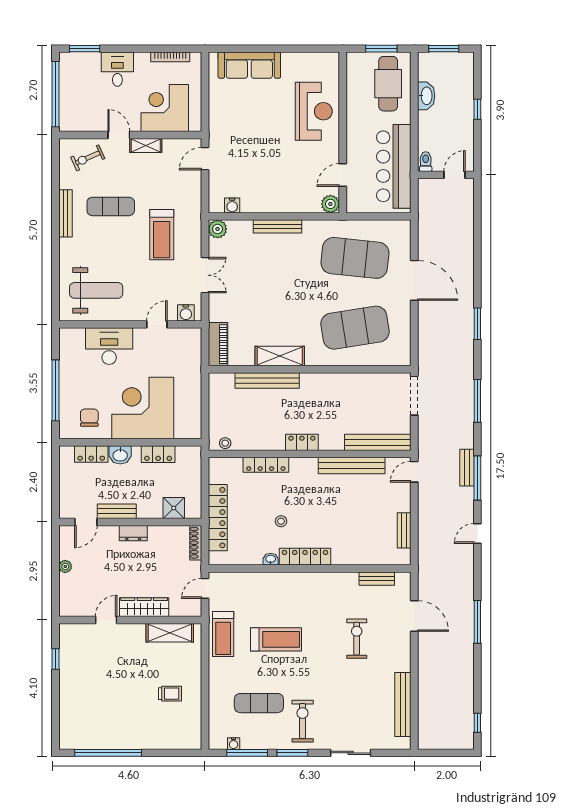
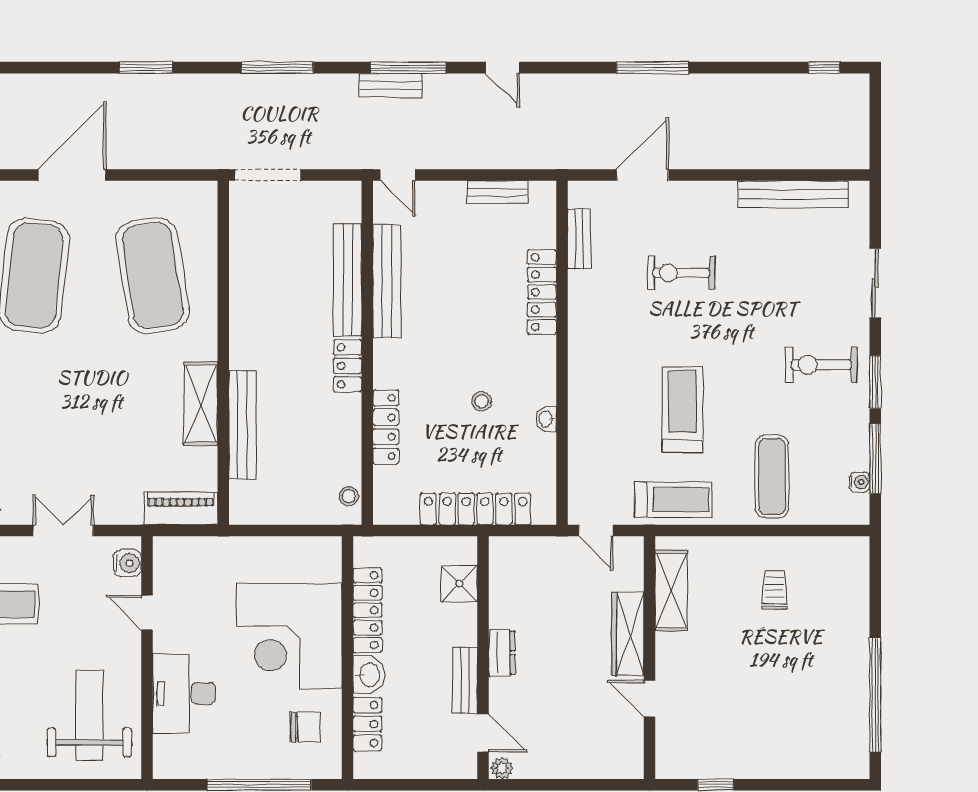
chair: (89, 418) -> (306, 727), turned 180
bench: (378, 442) -> (348, 279), moved
locker: (158, 454) -> (367, 610), width x1.53
shoe rack: (196, 543) -> (518, 546), removed
locker: (305, 557) -> (542, 292), moved
plant: (65, 566) -> (502, 768), moved
exercise mat: (259, 703) -> (772, 476), moved

